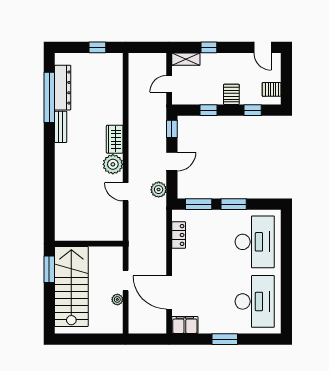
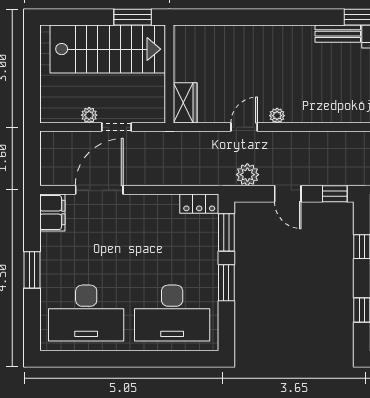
wardrobe: (115, 139) -> (185, 103), moved, turned 90
plant: (113, 164) -> (277, 116), width x0.53, depth x0.53
locker: (179, 235) -> (199, 204), moved

